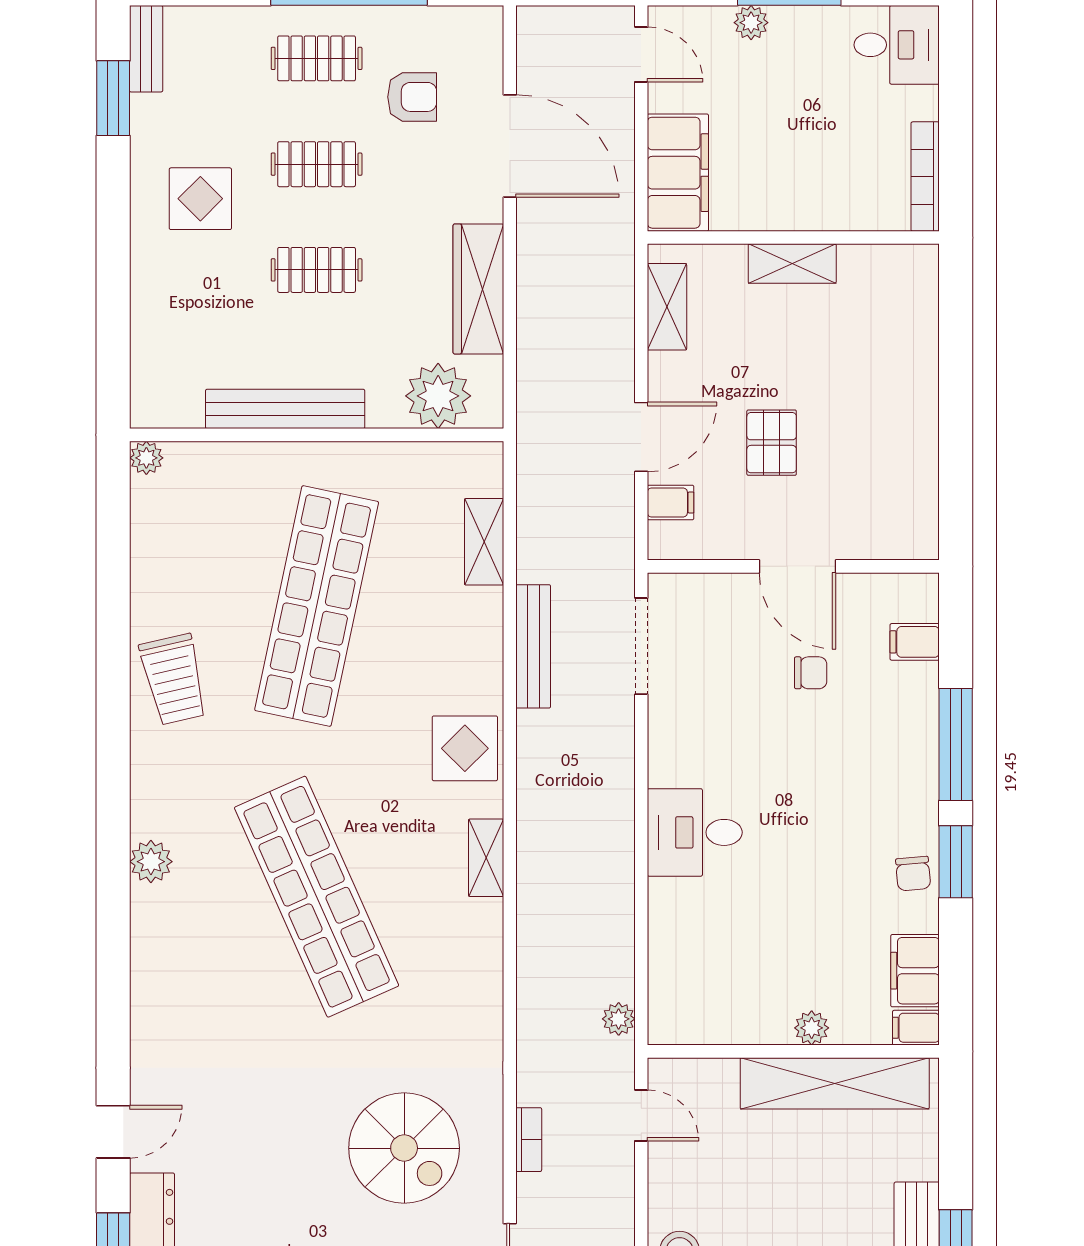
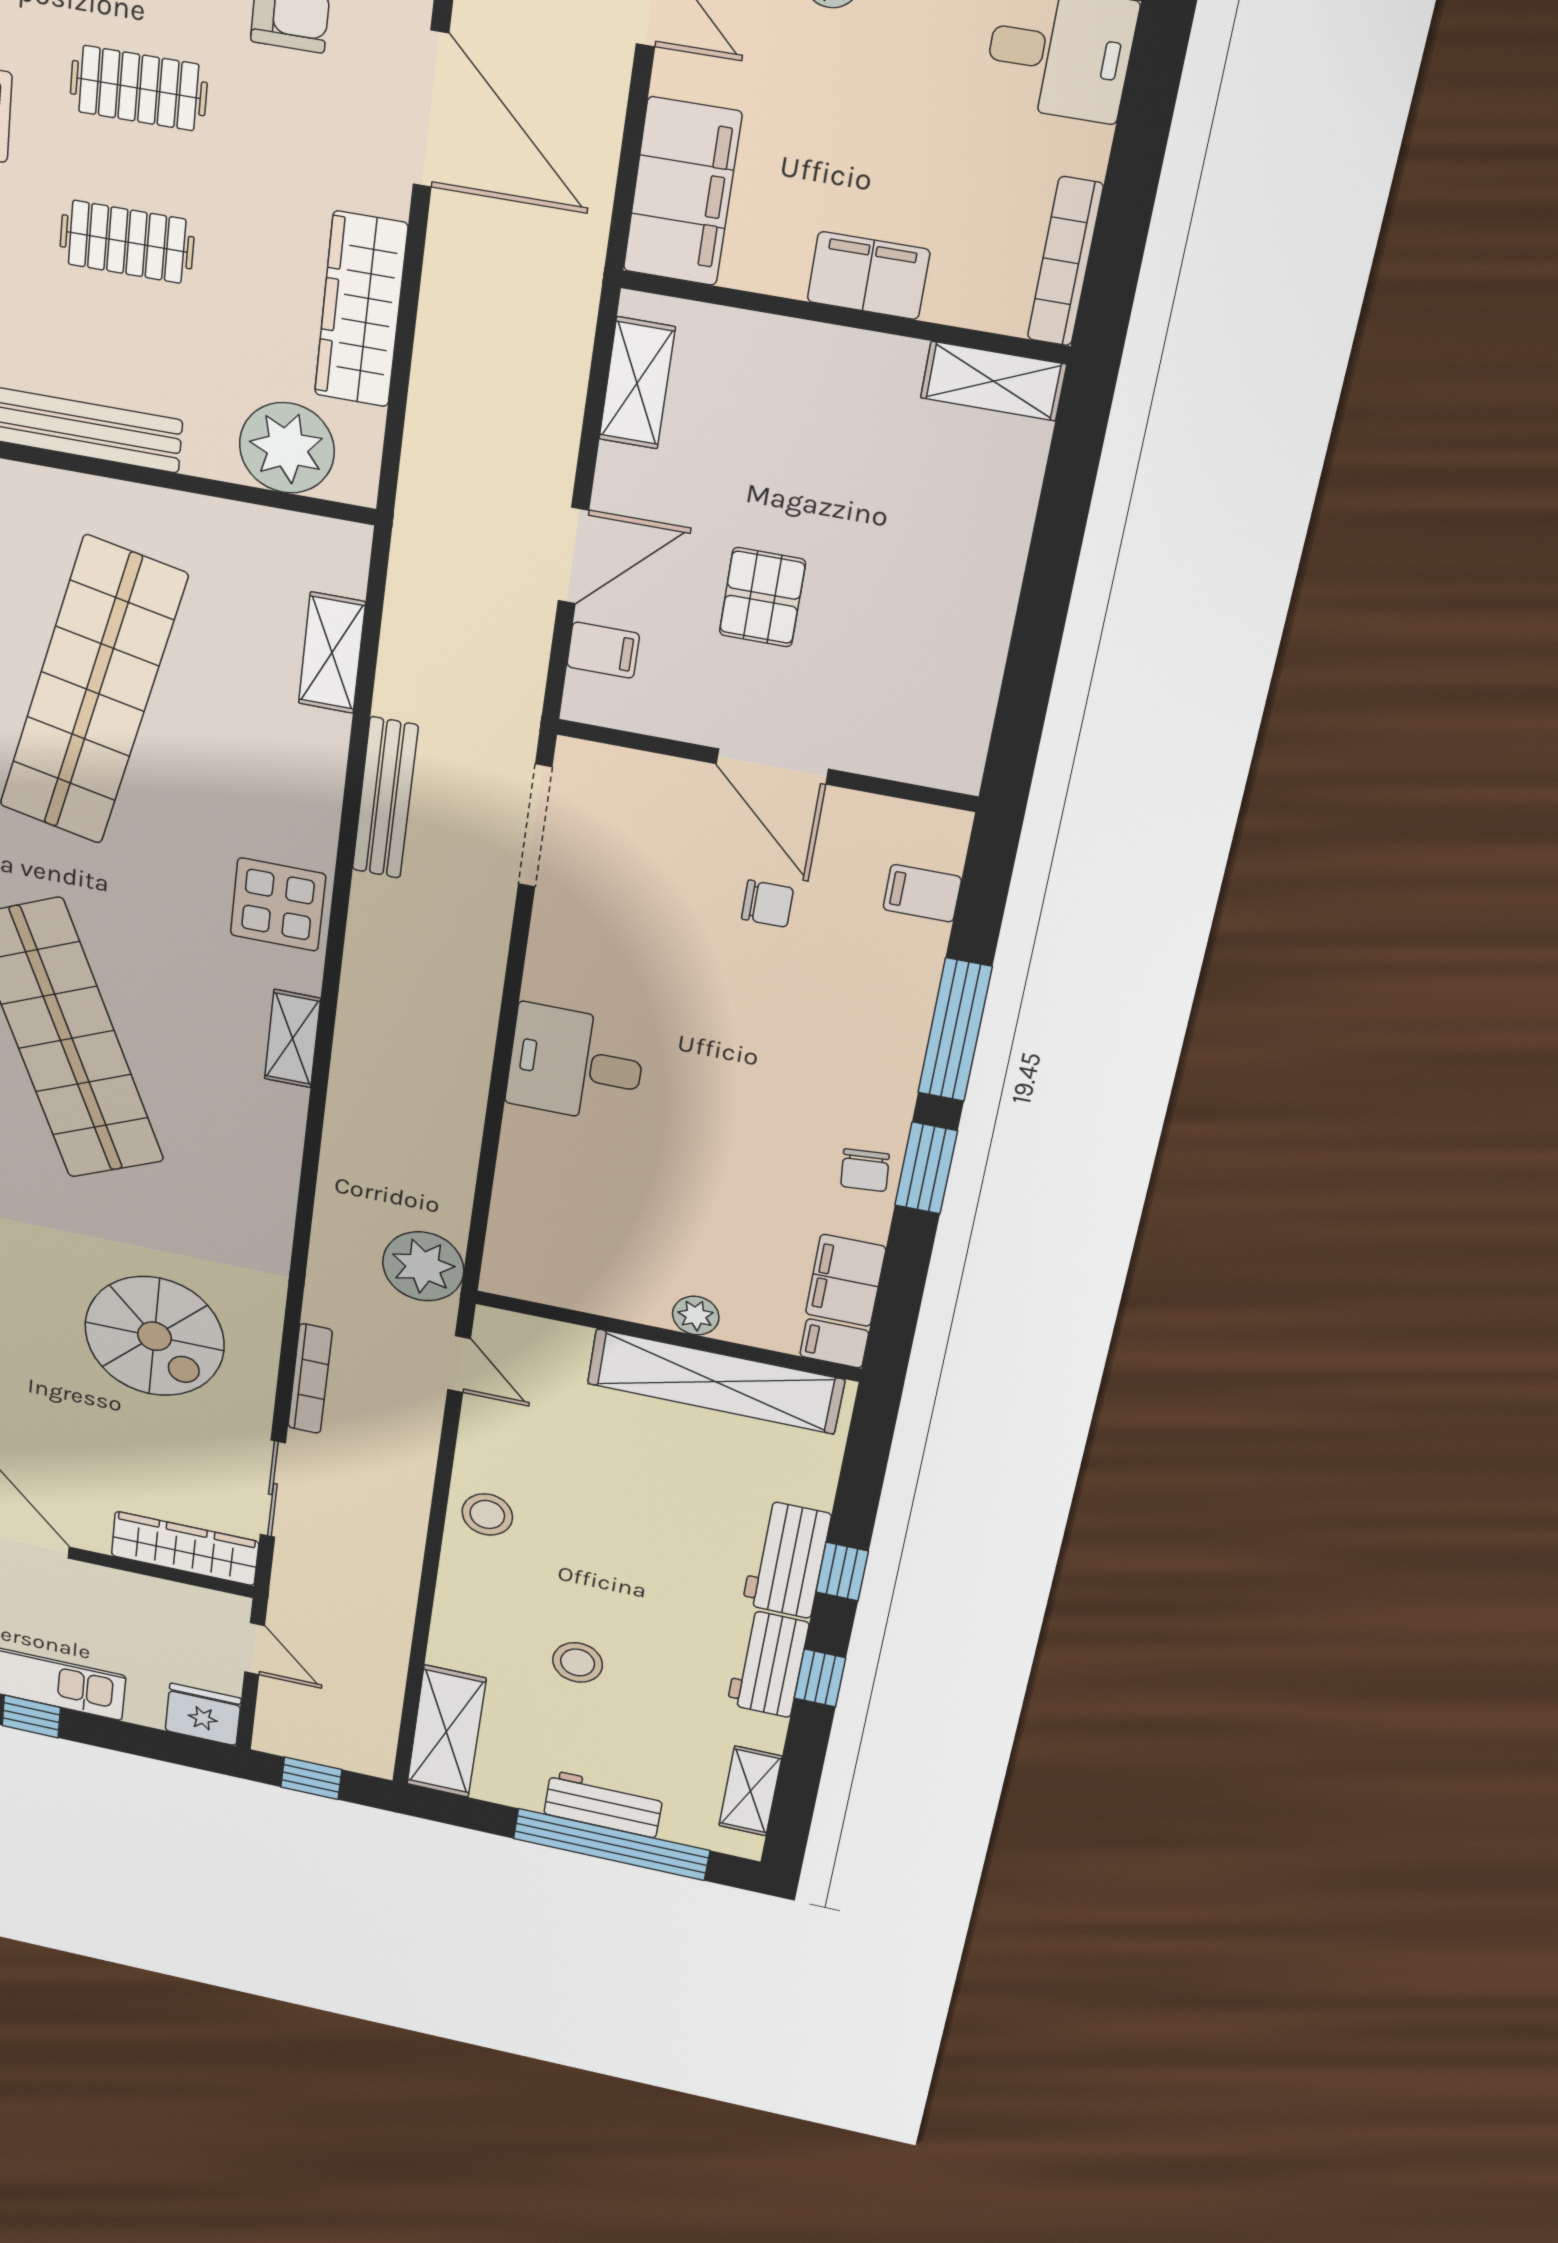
filing cabinet: (804, 207) -> (868, 276), added
shelving: (792, 264) -> (993, 381), moved
plant: (619, 1019) -> (423, 1266), width x1.87, depth x1.87
bookcase: (529, 1140) -> (310, 1379), width x1.56

